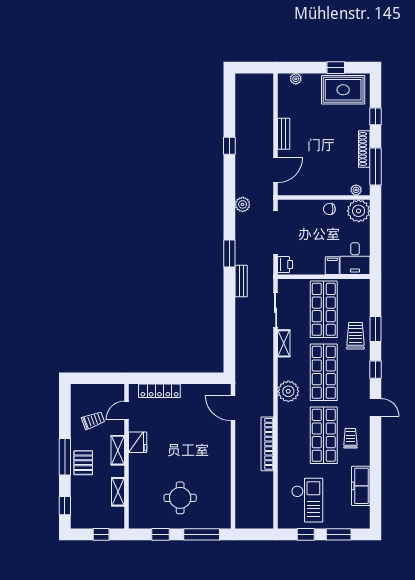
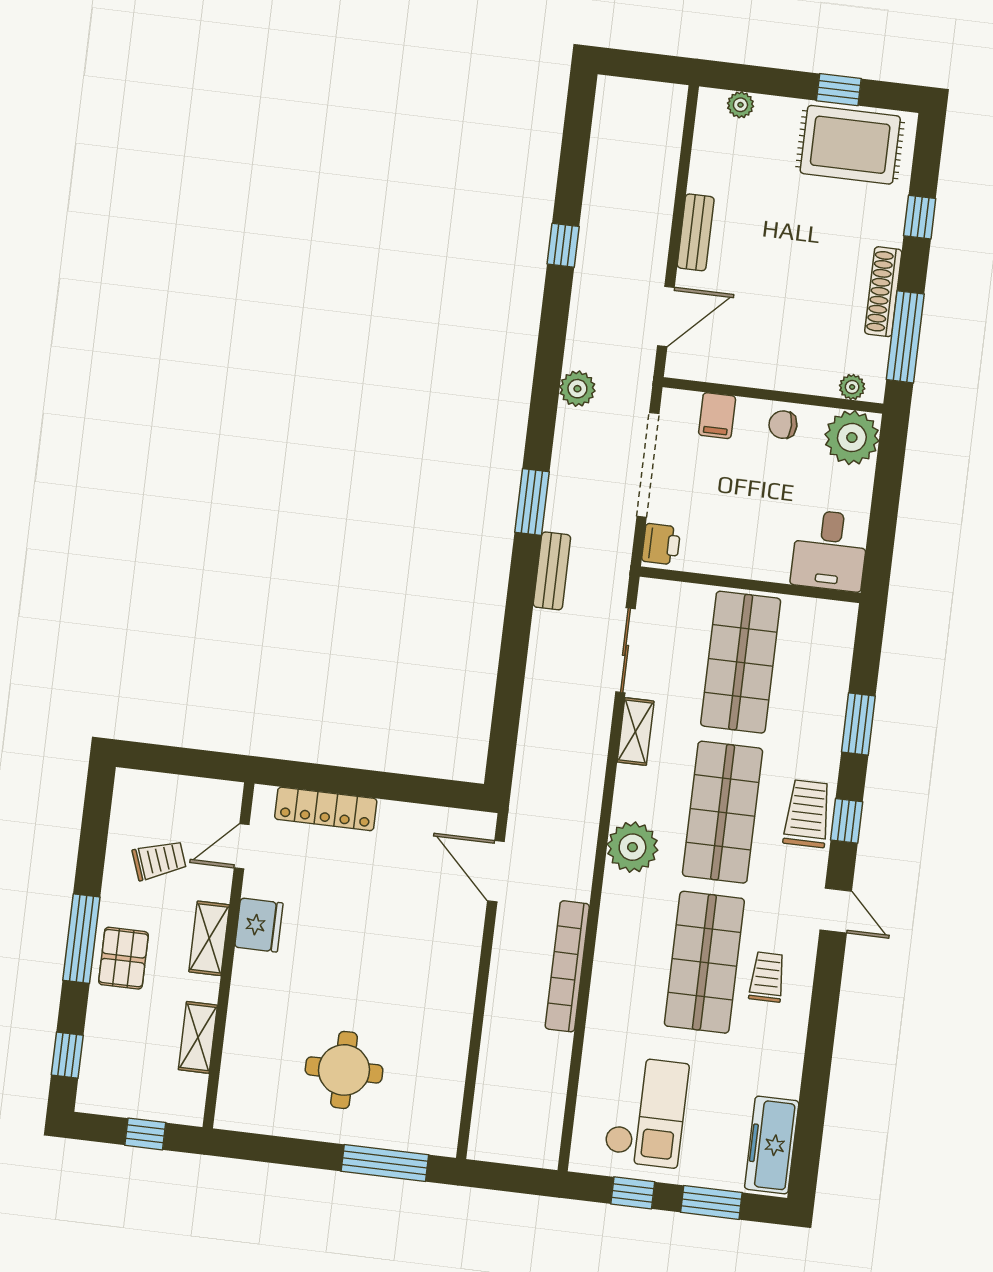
filing cabinet: (332, 266) -> (717, 416), moved, turned 180
trolley: (355, 336) -> (807, 814), moved
freezer: (361, 486) -> (772, 1145), moved
window: (161, 534) -> (287, 1151), removed

